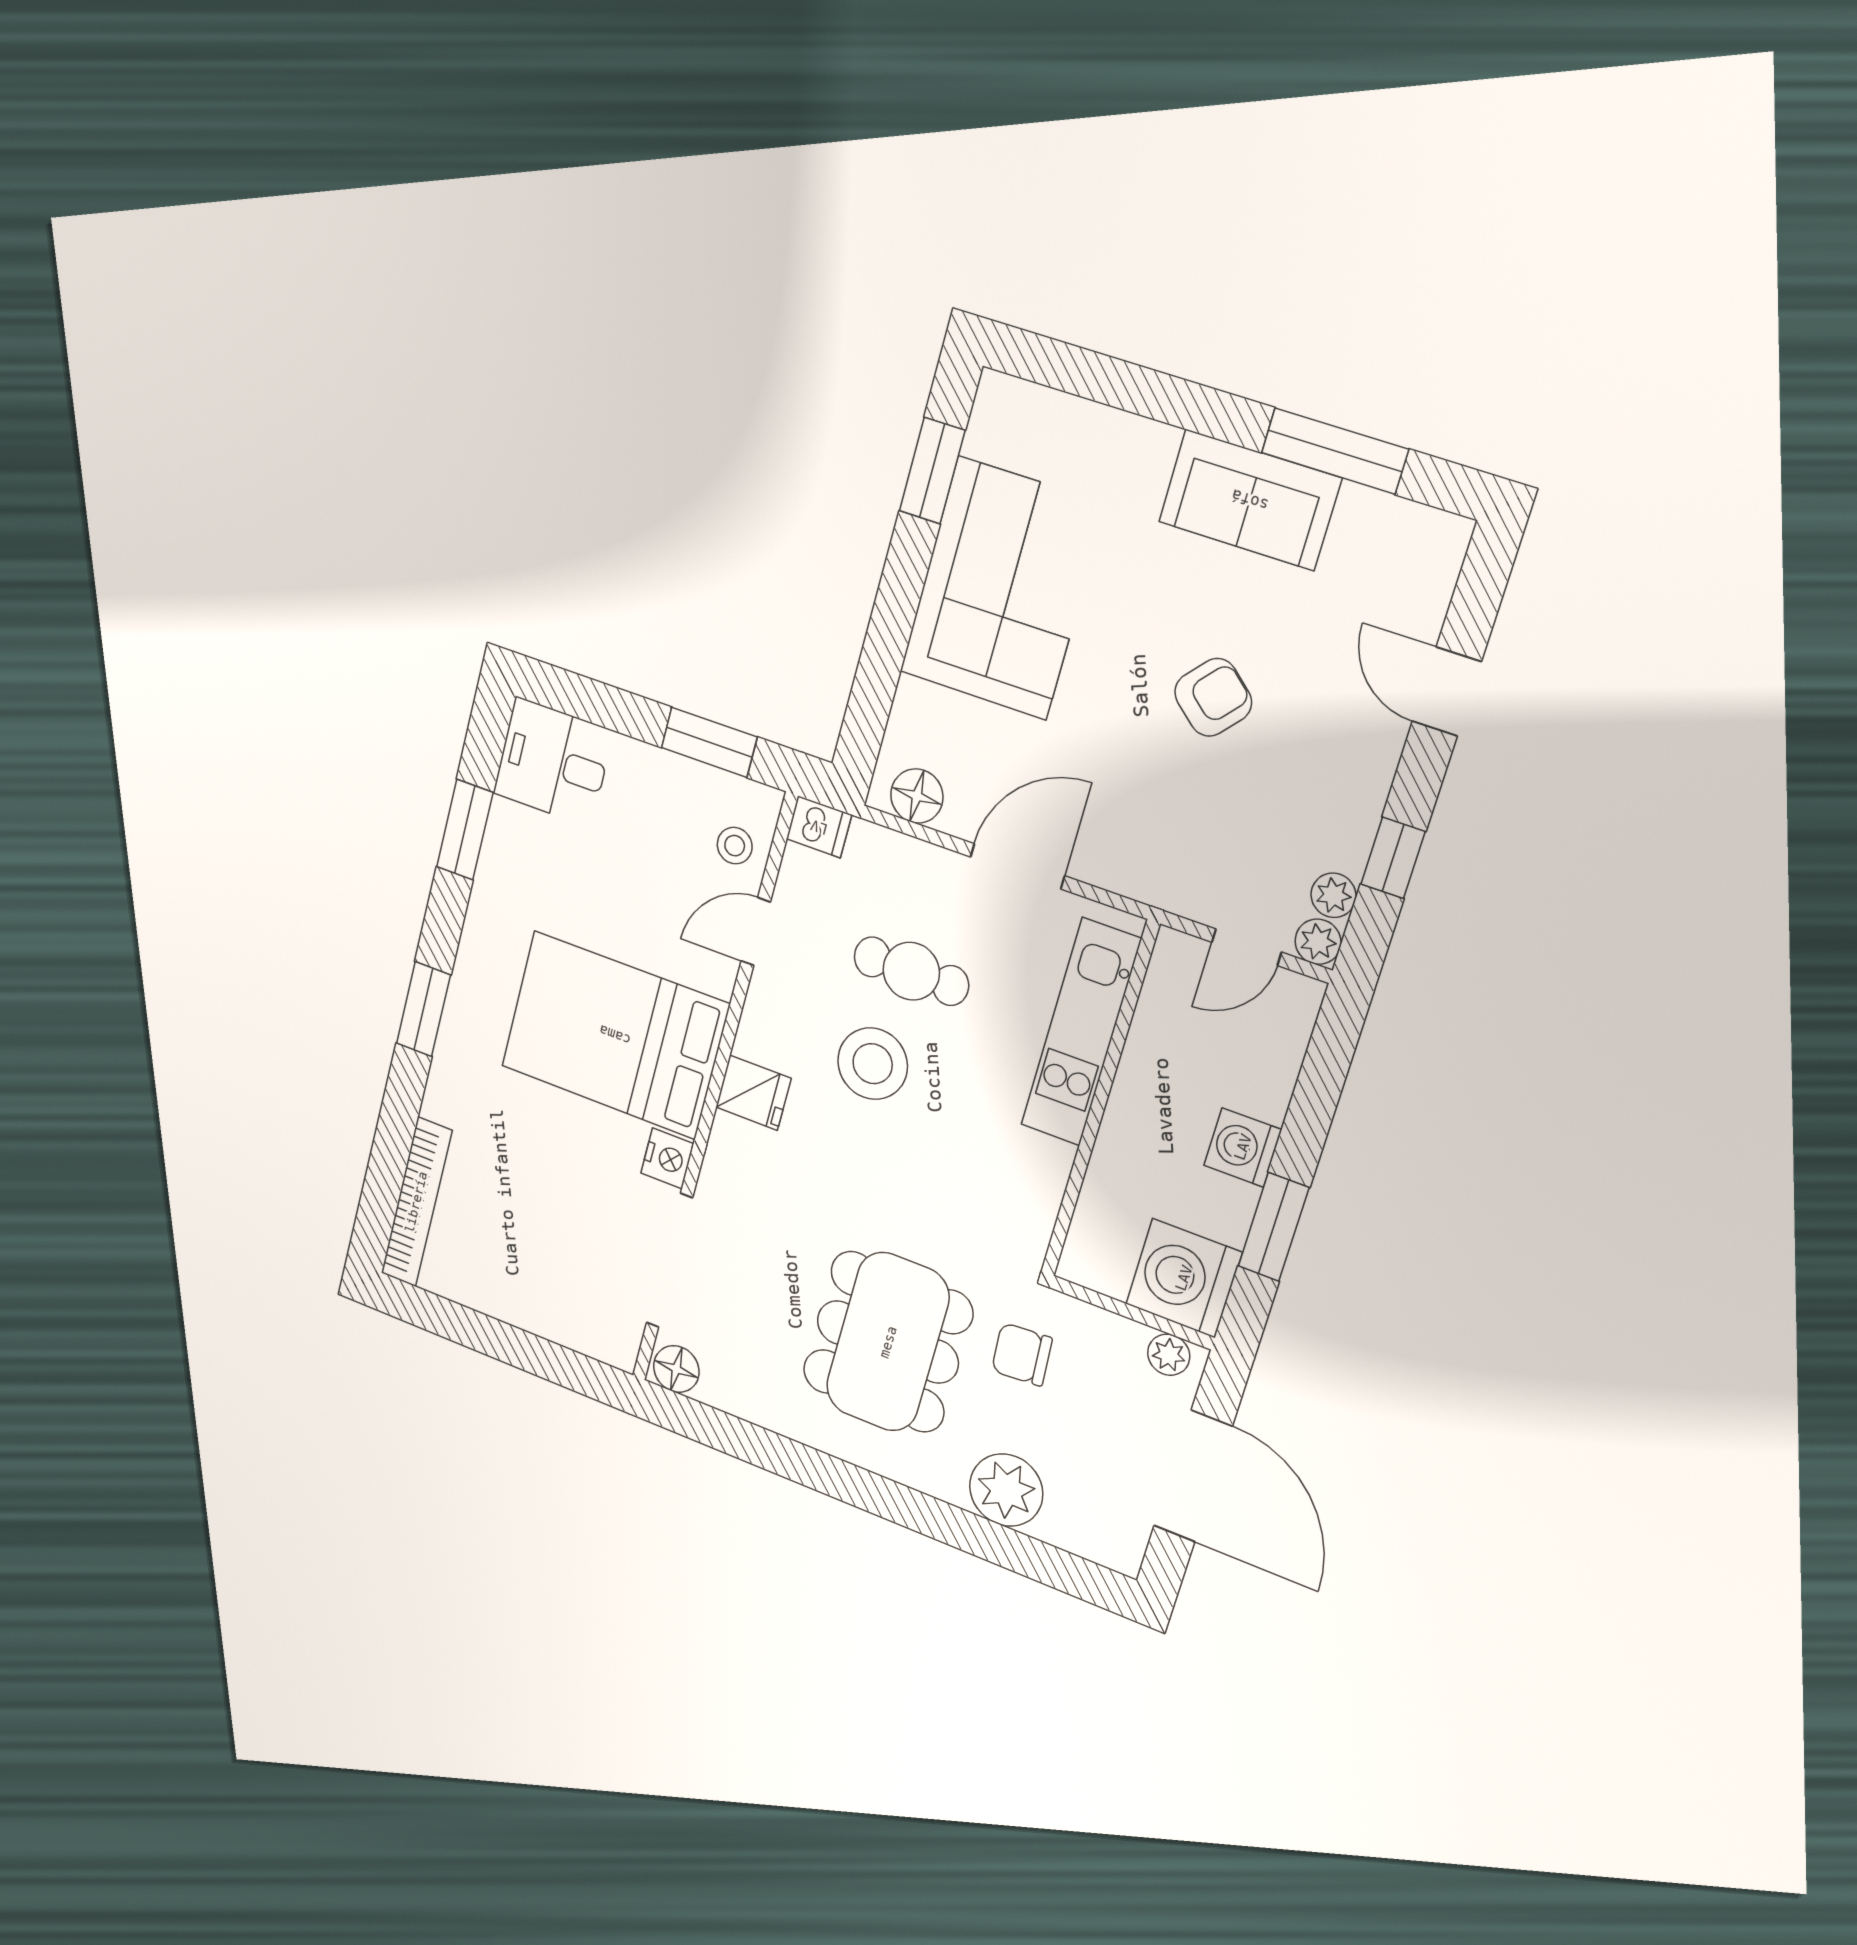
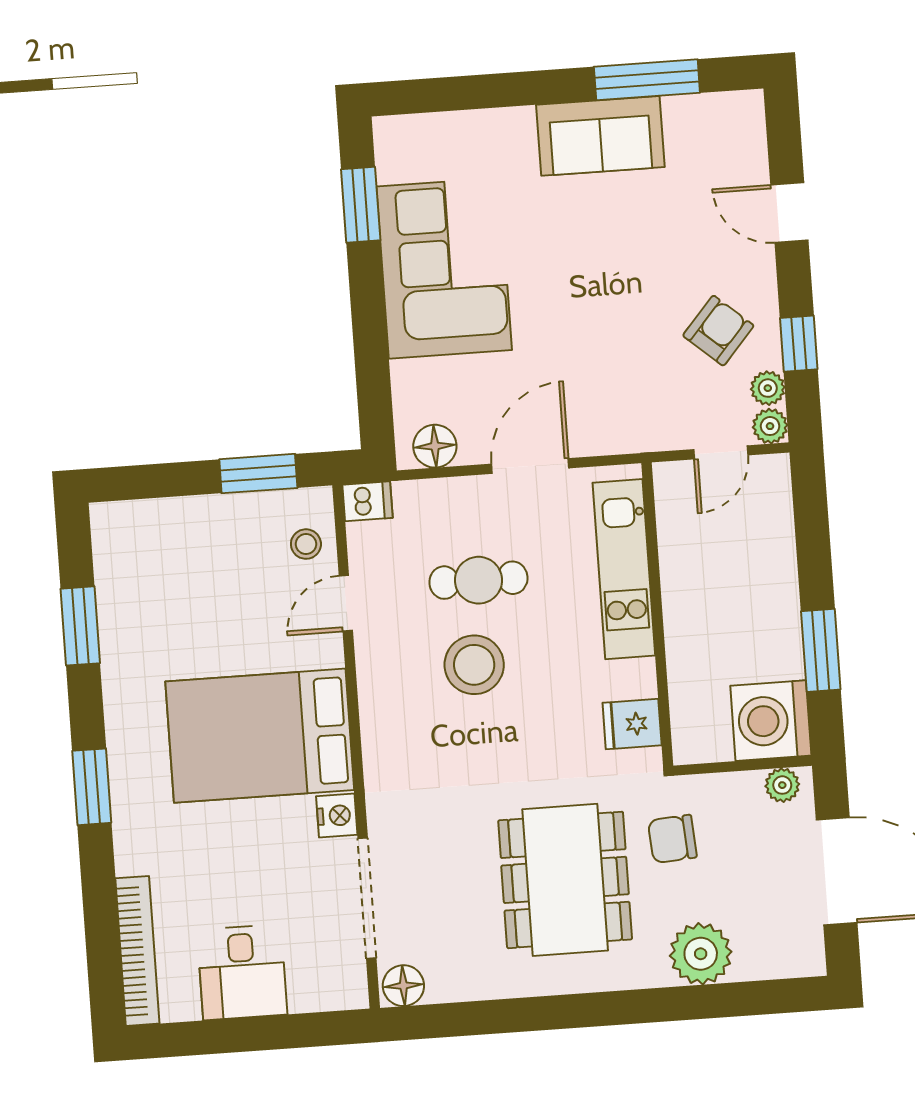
armchair: (1213, 697) -> (718, 331), moved
desk: (553, 762) -> (242, 972), moved, turned -90
fridge: (753, 1093) -> (632, 724), moved, turned 180
washing machine: (1243, 1147) -> (775, 601), removed

